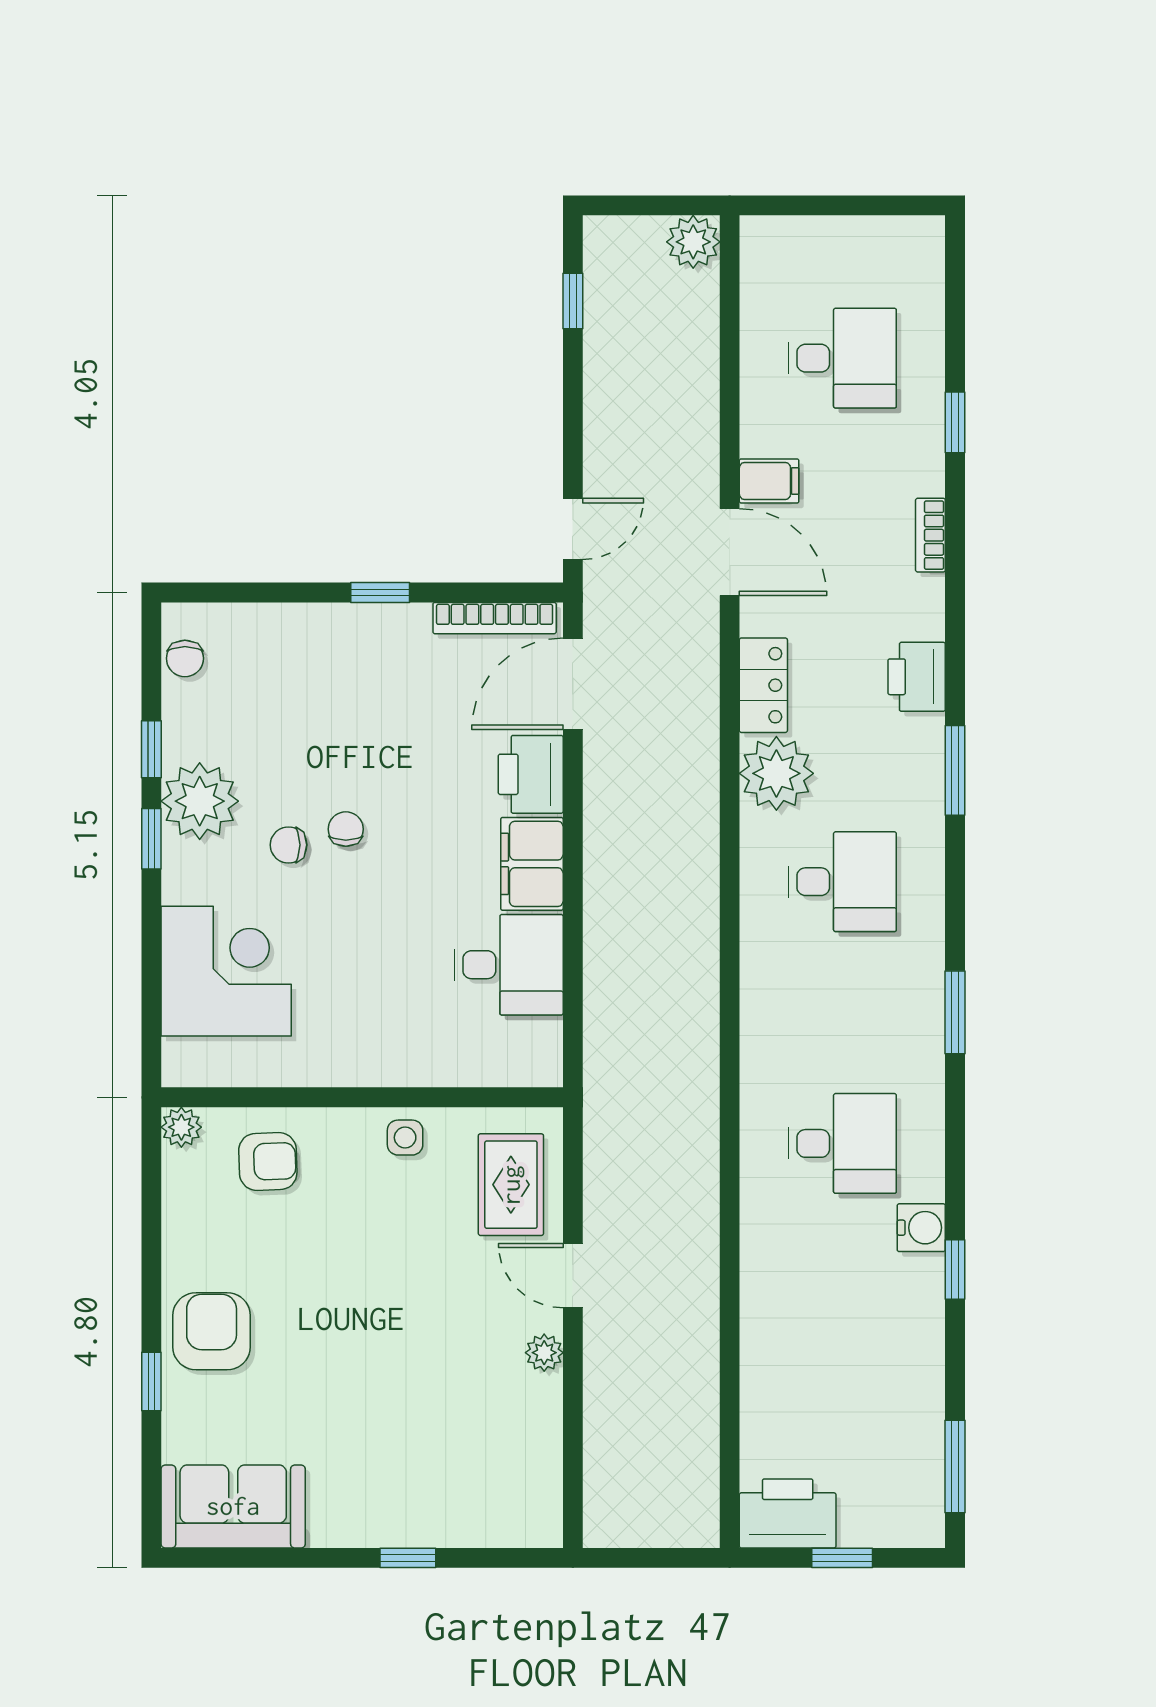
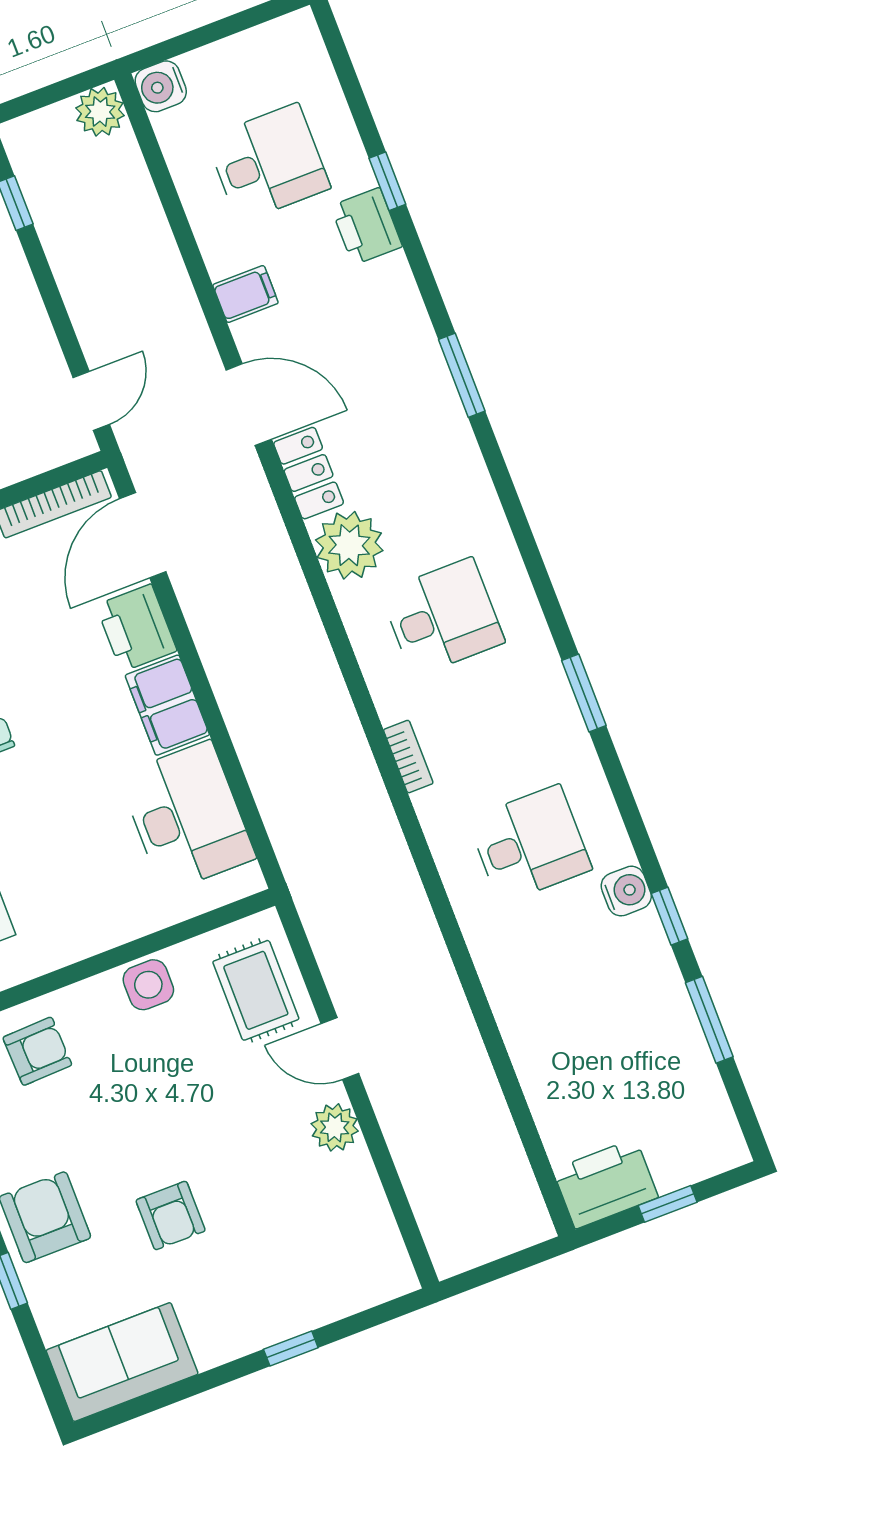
water cooler: (764, 240) -> (161, 86), added
bookcase: (930, 535) -> (408, 757), moved, turned 180
door: (730, 552) -> (249, 405), moved
printer: (917, 677) -> (366, 226), moved
window: (955, 770) -> (462, 375), moved
desk: (509, 965) -> (187, 817), width x1.37
side table: (405, 1138) -> (148, 985), width x1.37, depth x1.37
plant: (544, 1353) -> (335, 1127), width x1.38, depth x1.38
armchair: (338, 1378) -> (171, 1215), added
window: (955, 1466) -> (709, 1020), moved

